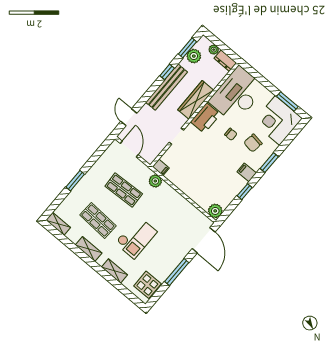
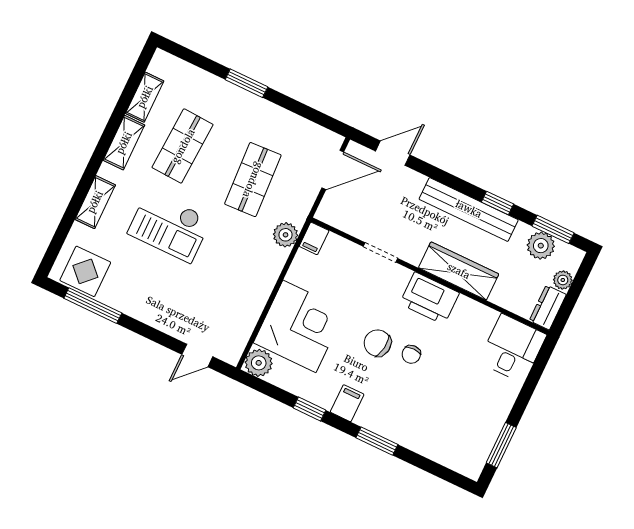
desk: (237, 95) -> (513, 348), width x0.53, depth x0.77
corner desk: (277, 121) -> (299, 326), moved, turned 90
chair: (253, 143) -> (378, 343), moved
shelving: (58, 224) -> (145, 97), moved
door: (204, 240) -> (197, 355), width x0.53
window: (177, 272) -> (93, 306), moved

